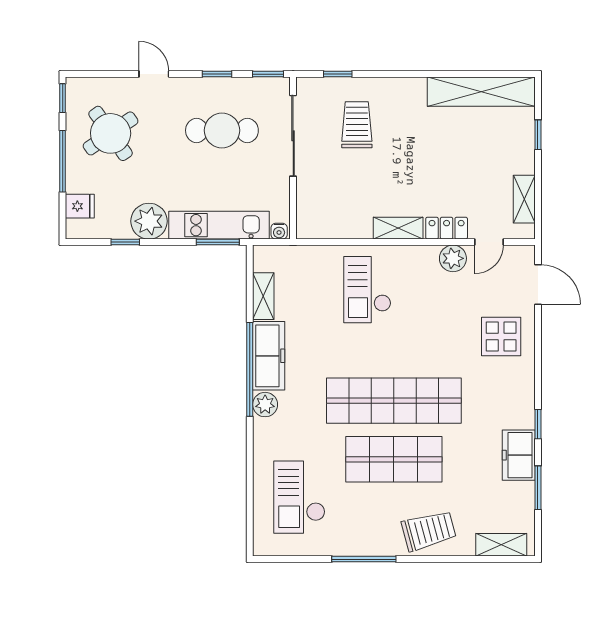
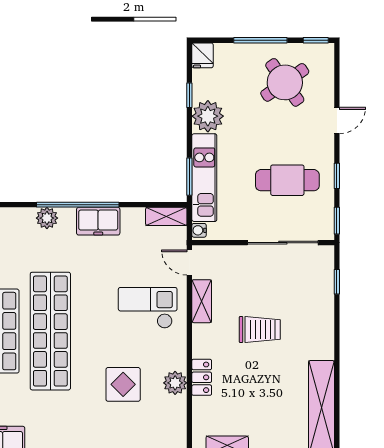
trolley: (357, 125) -> (260, 330), moved
cafe table: (222, 130) -> (287, 180), turned 90
fridge: (80, 206) -> (203, 55), moved
shelving: (398, 228) -> (202, 301), moved
door: (489, 242) -> (189, 263), moved
shelving: (263, 296) -> (166, 216), moved
display table: (501, 337) -> (123, 384), moved
freezer: (269, 356) -> (98, 221), width x0.71

